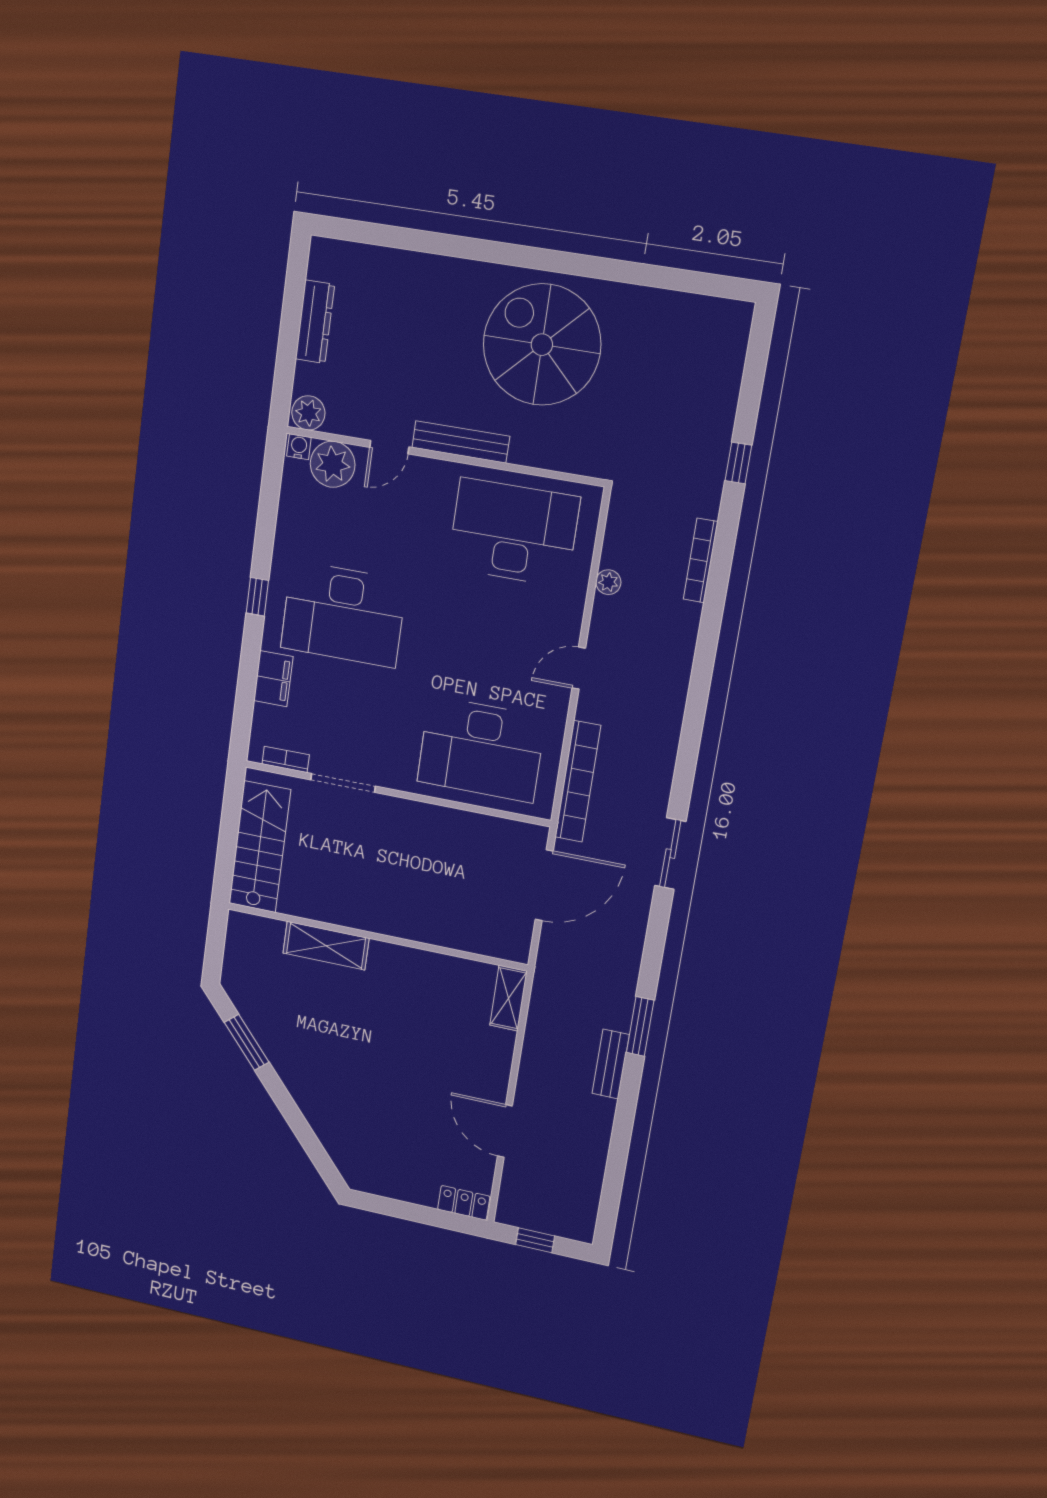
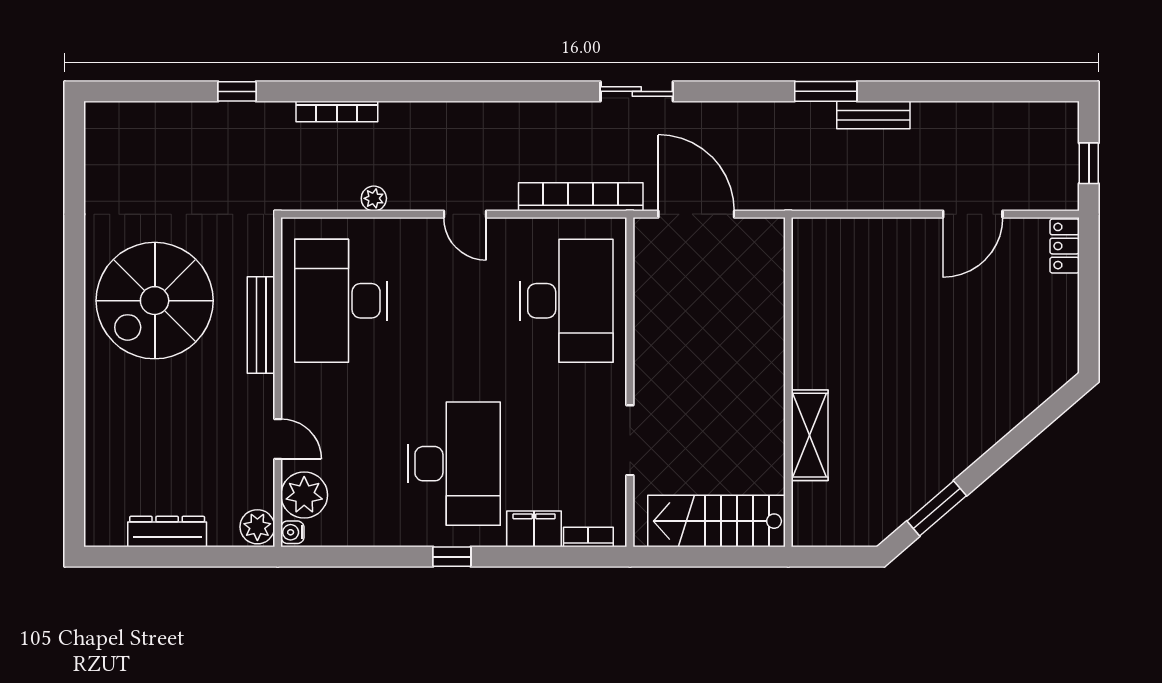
bench: (461, 442) -> (261, 325), moved
bookcase: (286, 759) -> (588, 537), moved, turned 90
shelving: (508, 998) -> (825, 233), removed

